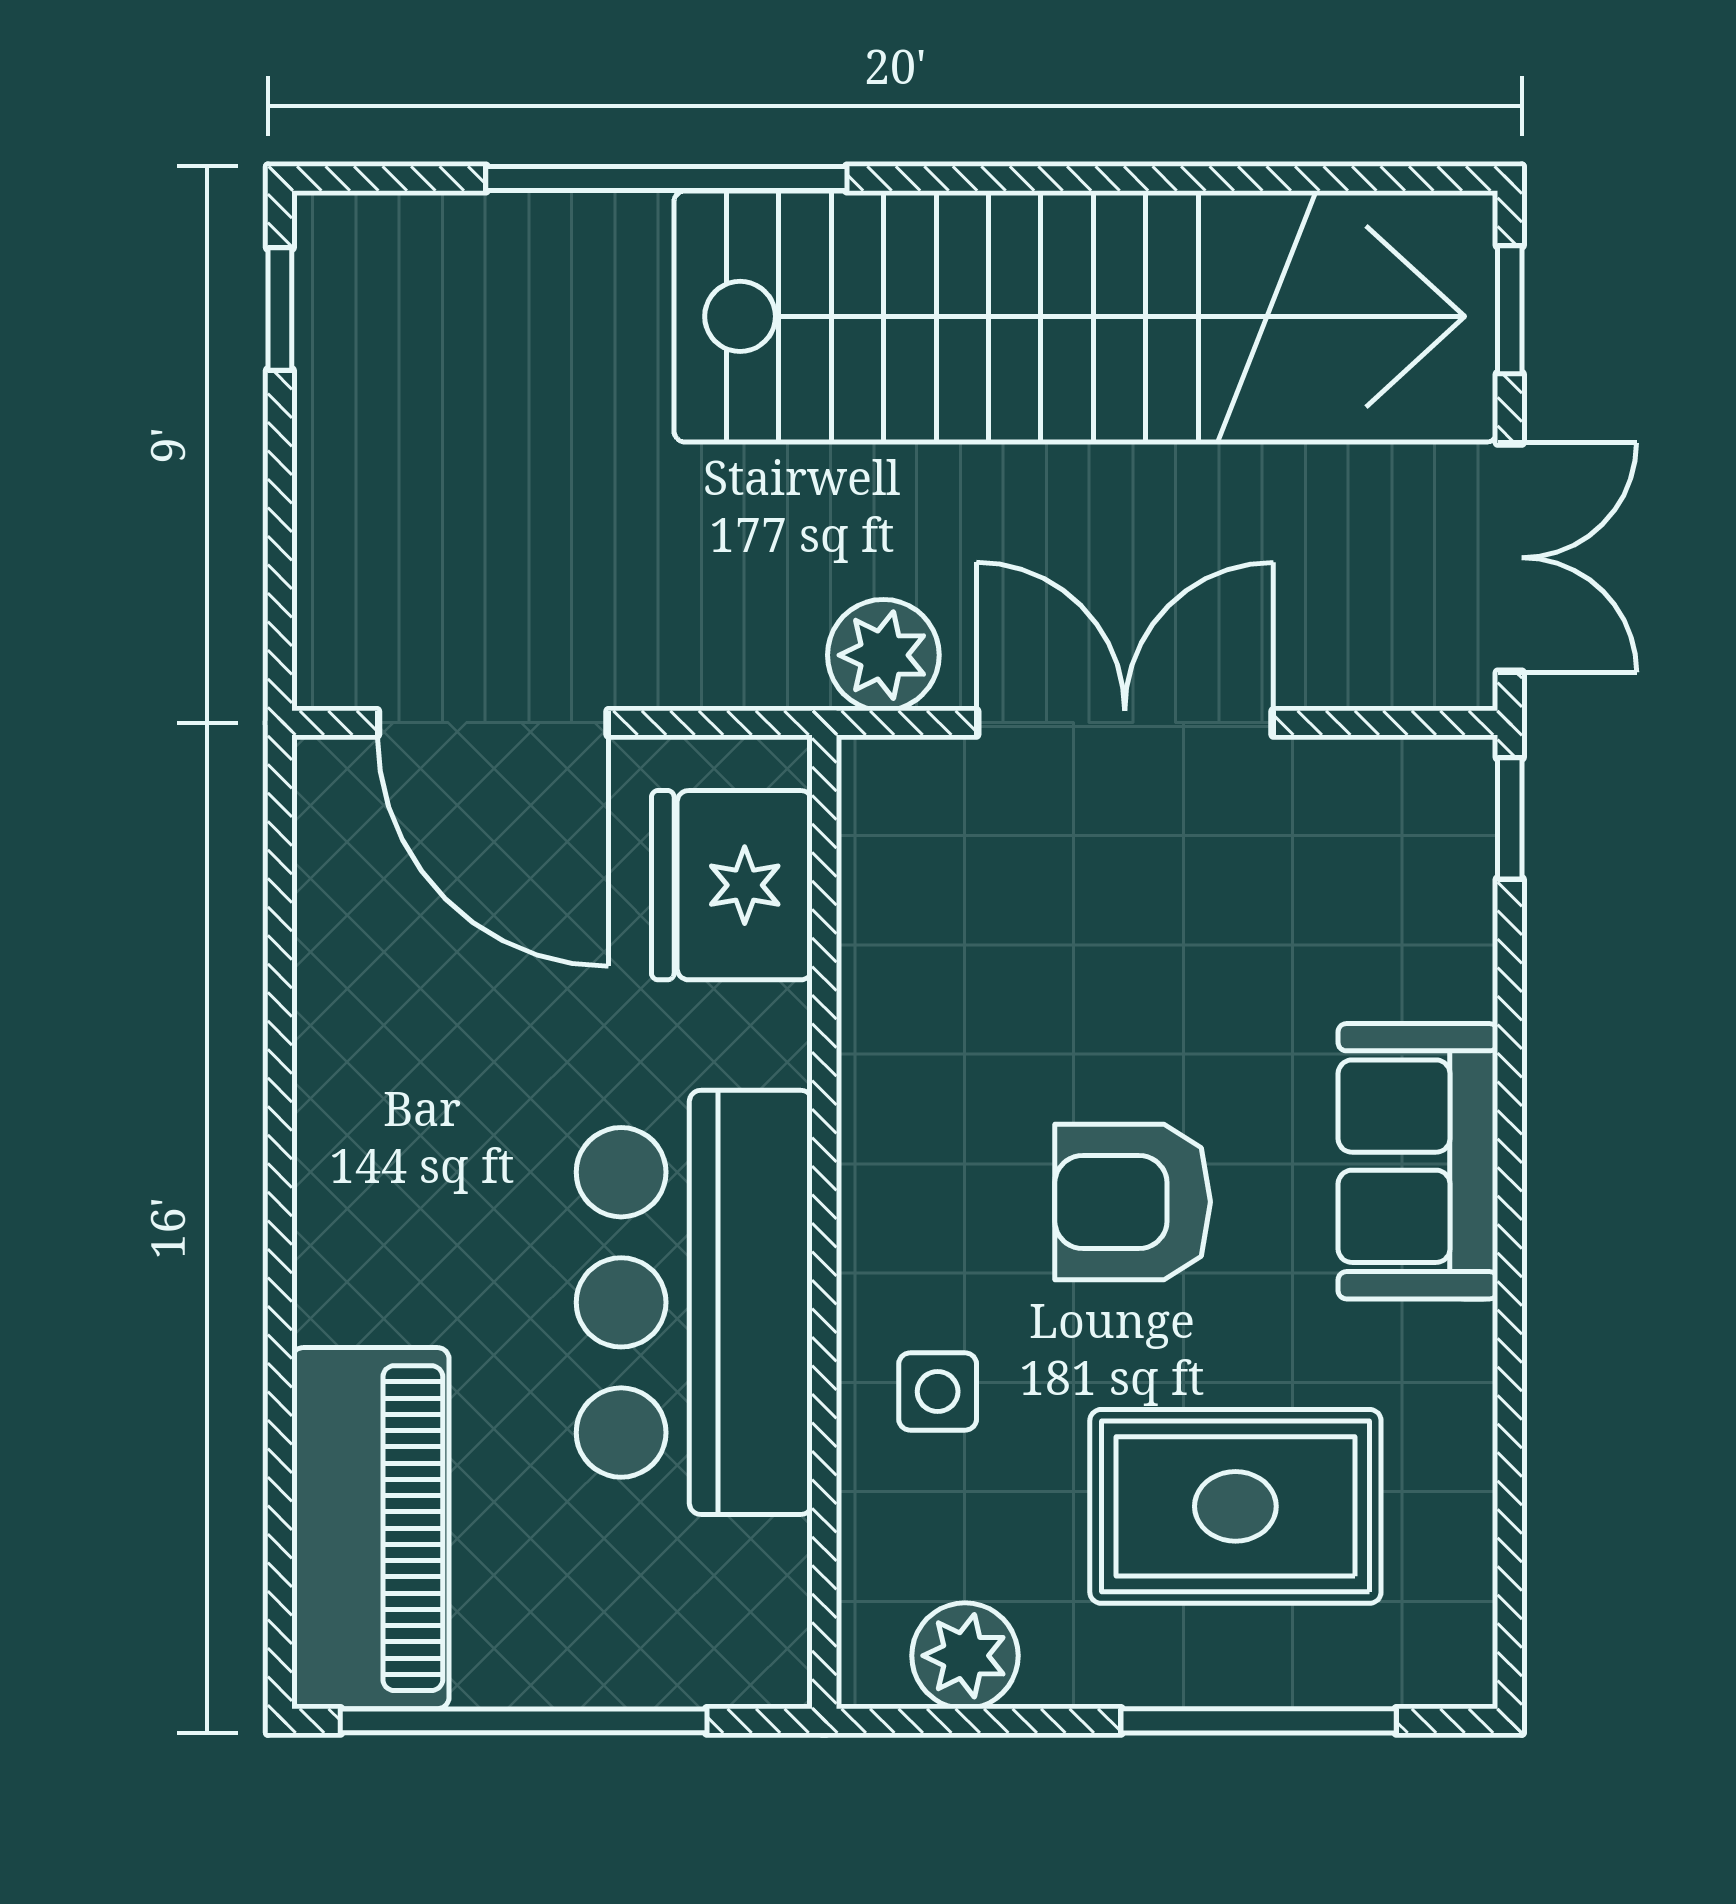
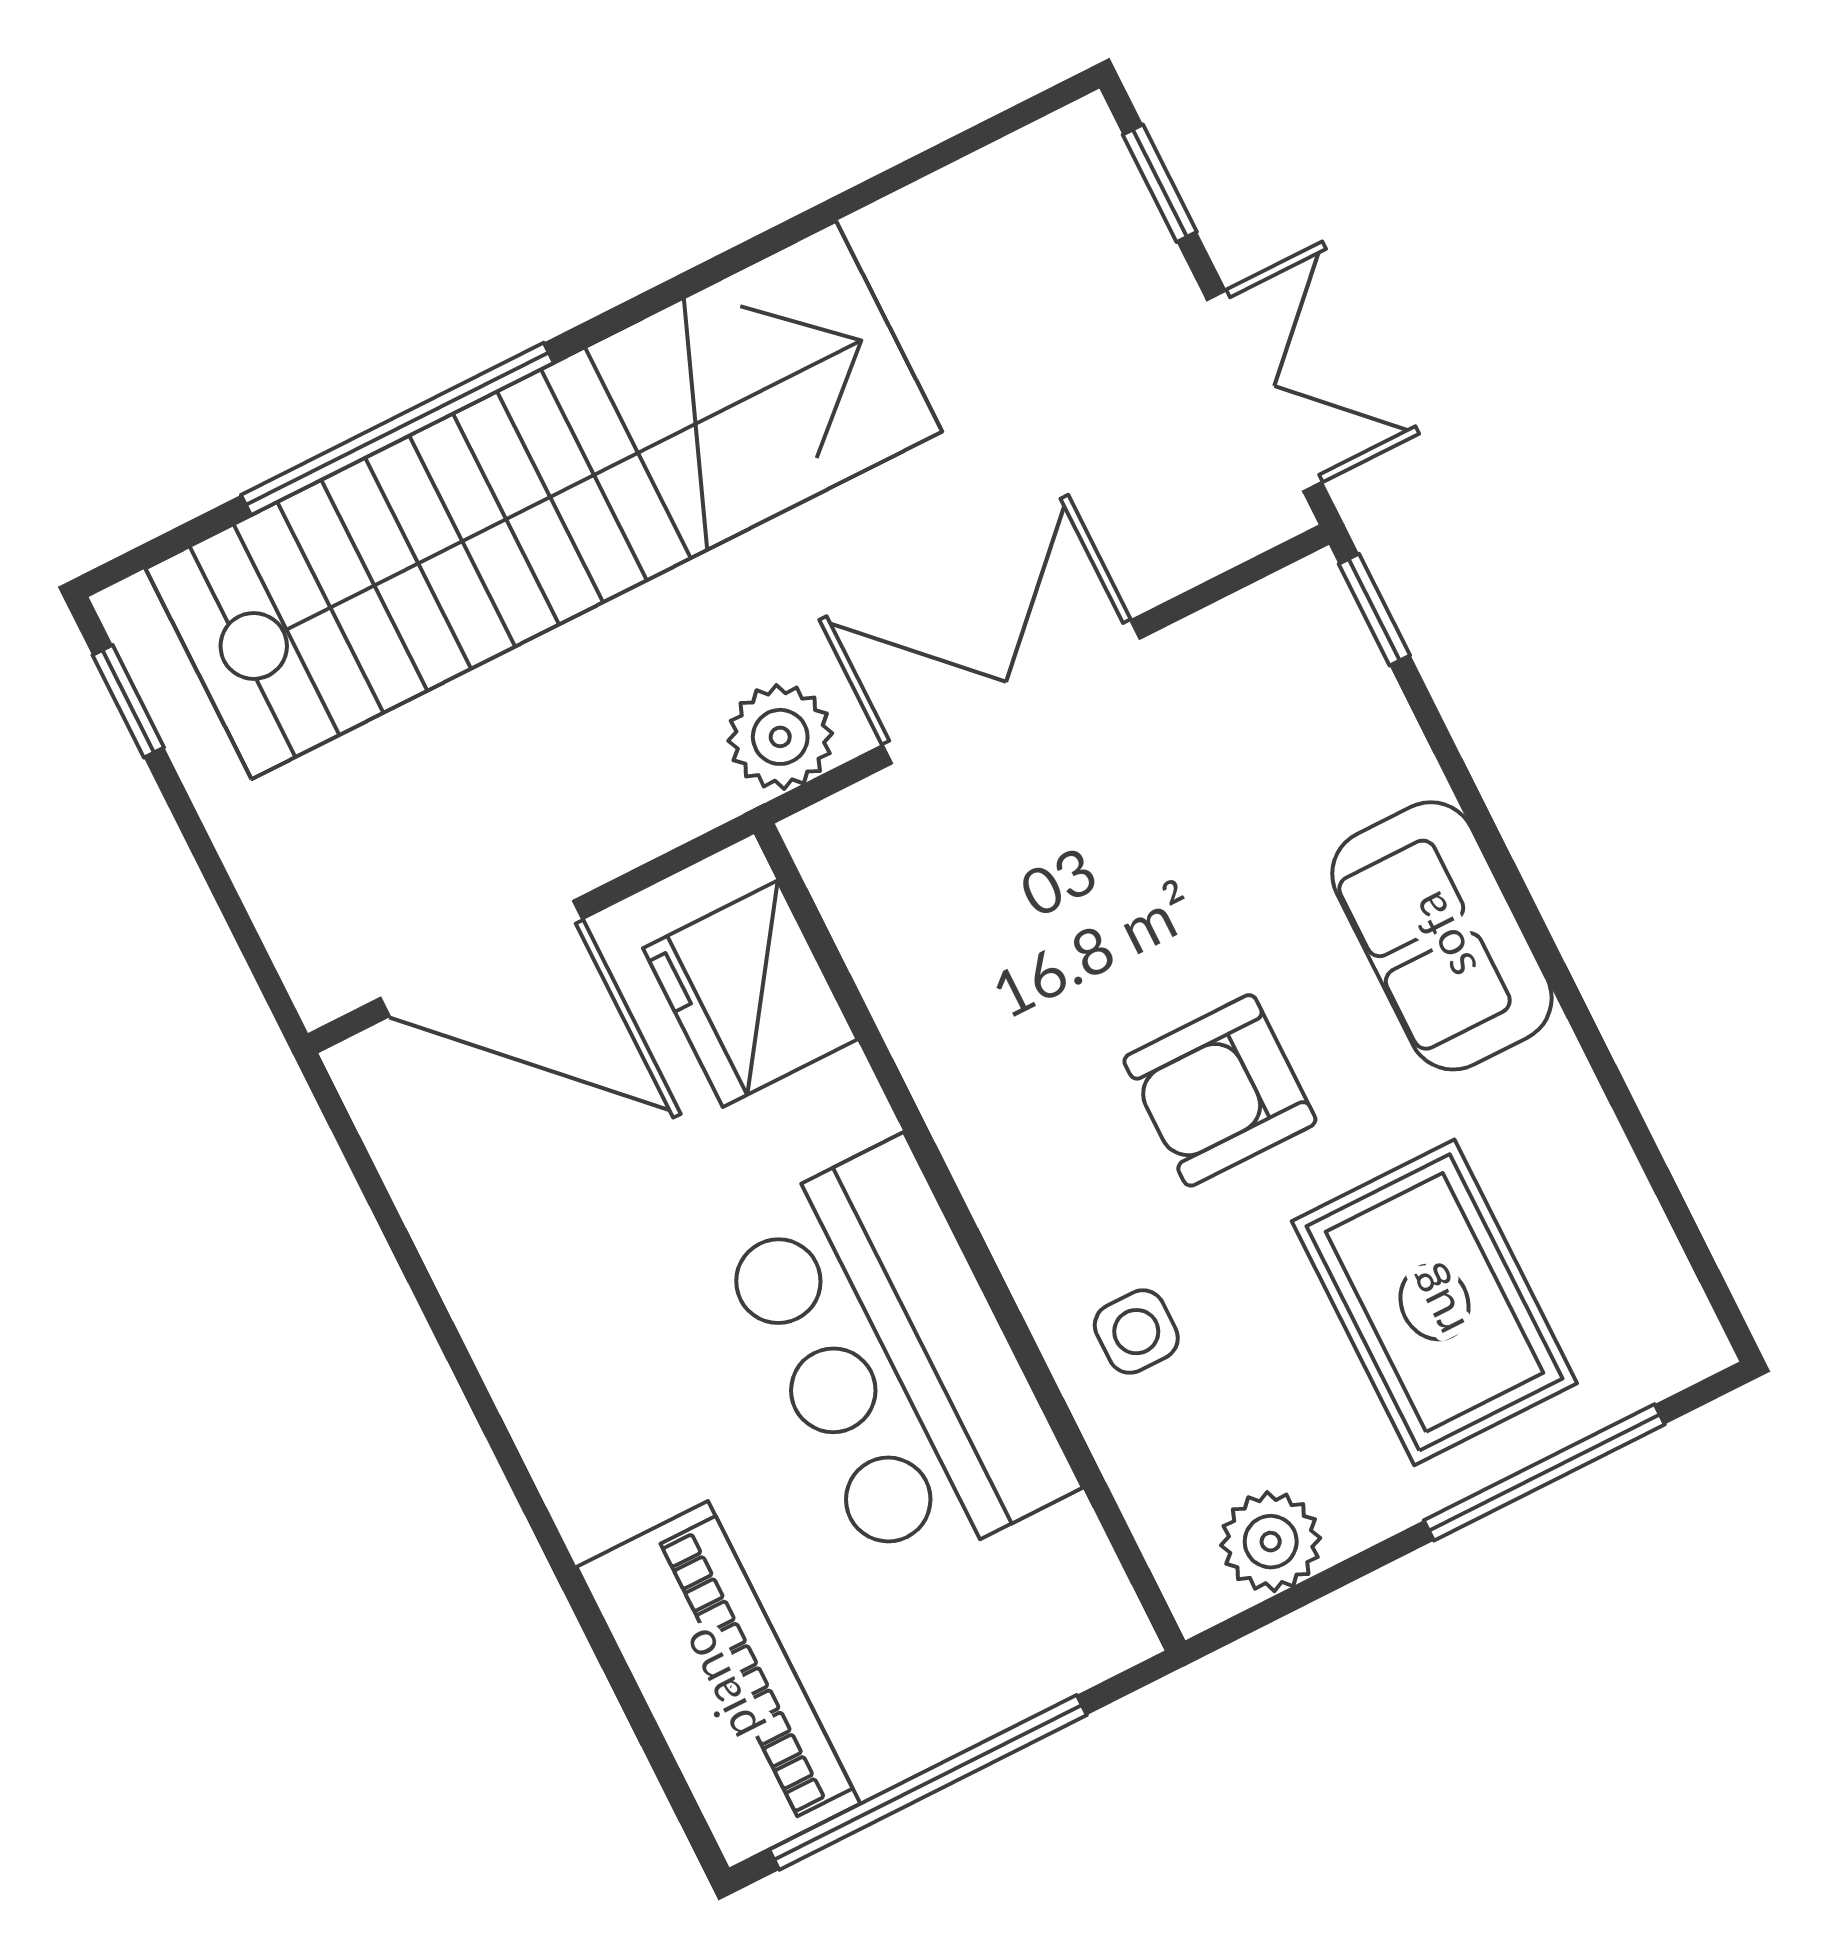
stairs: (1086, 316) -> (544, 500), moved
rug: (1235, 1506) -> (1434, 1302), turned 90

